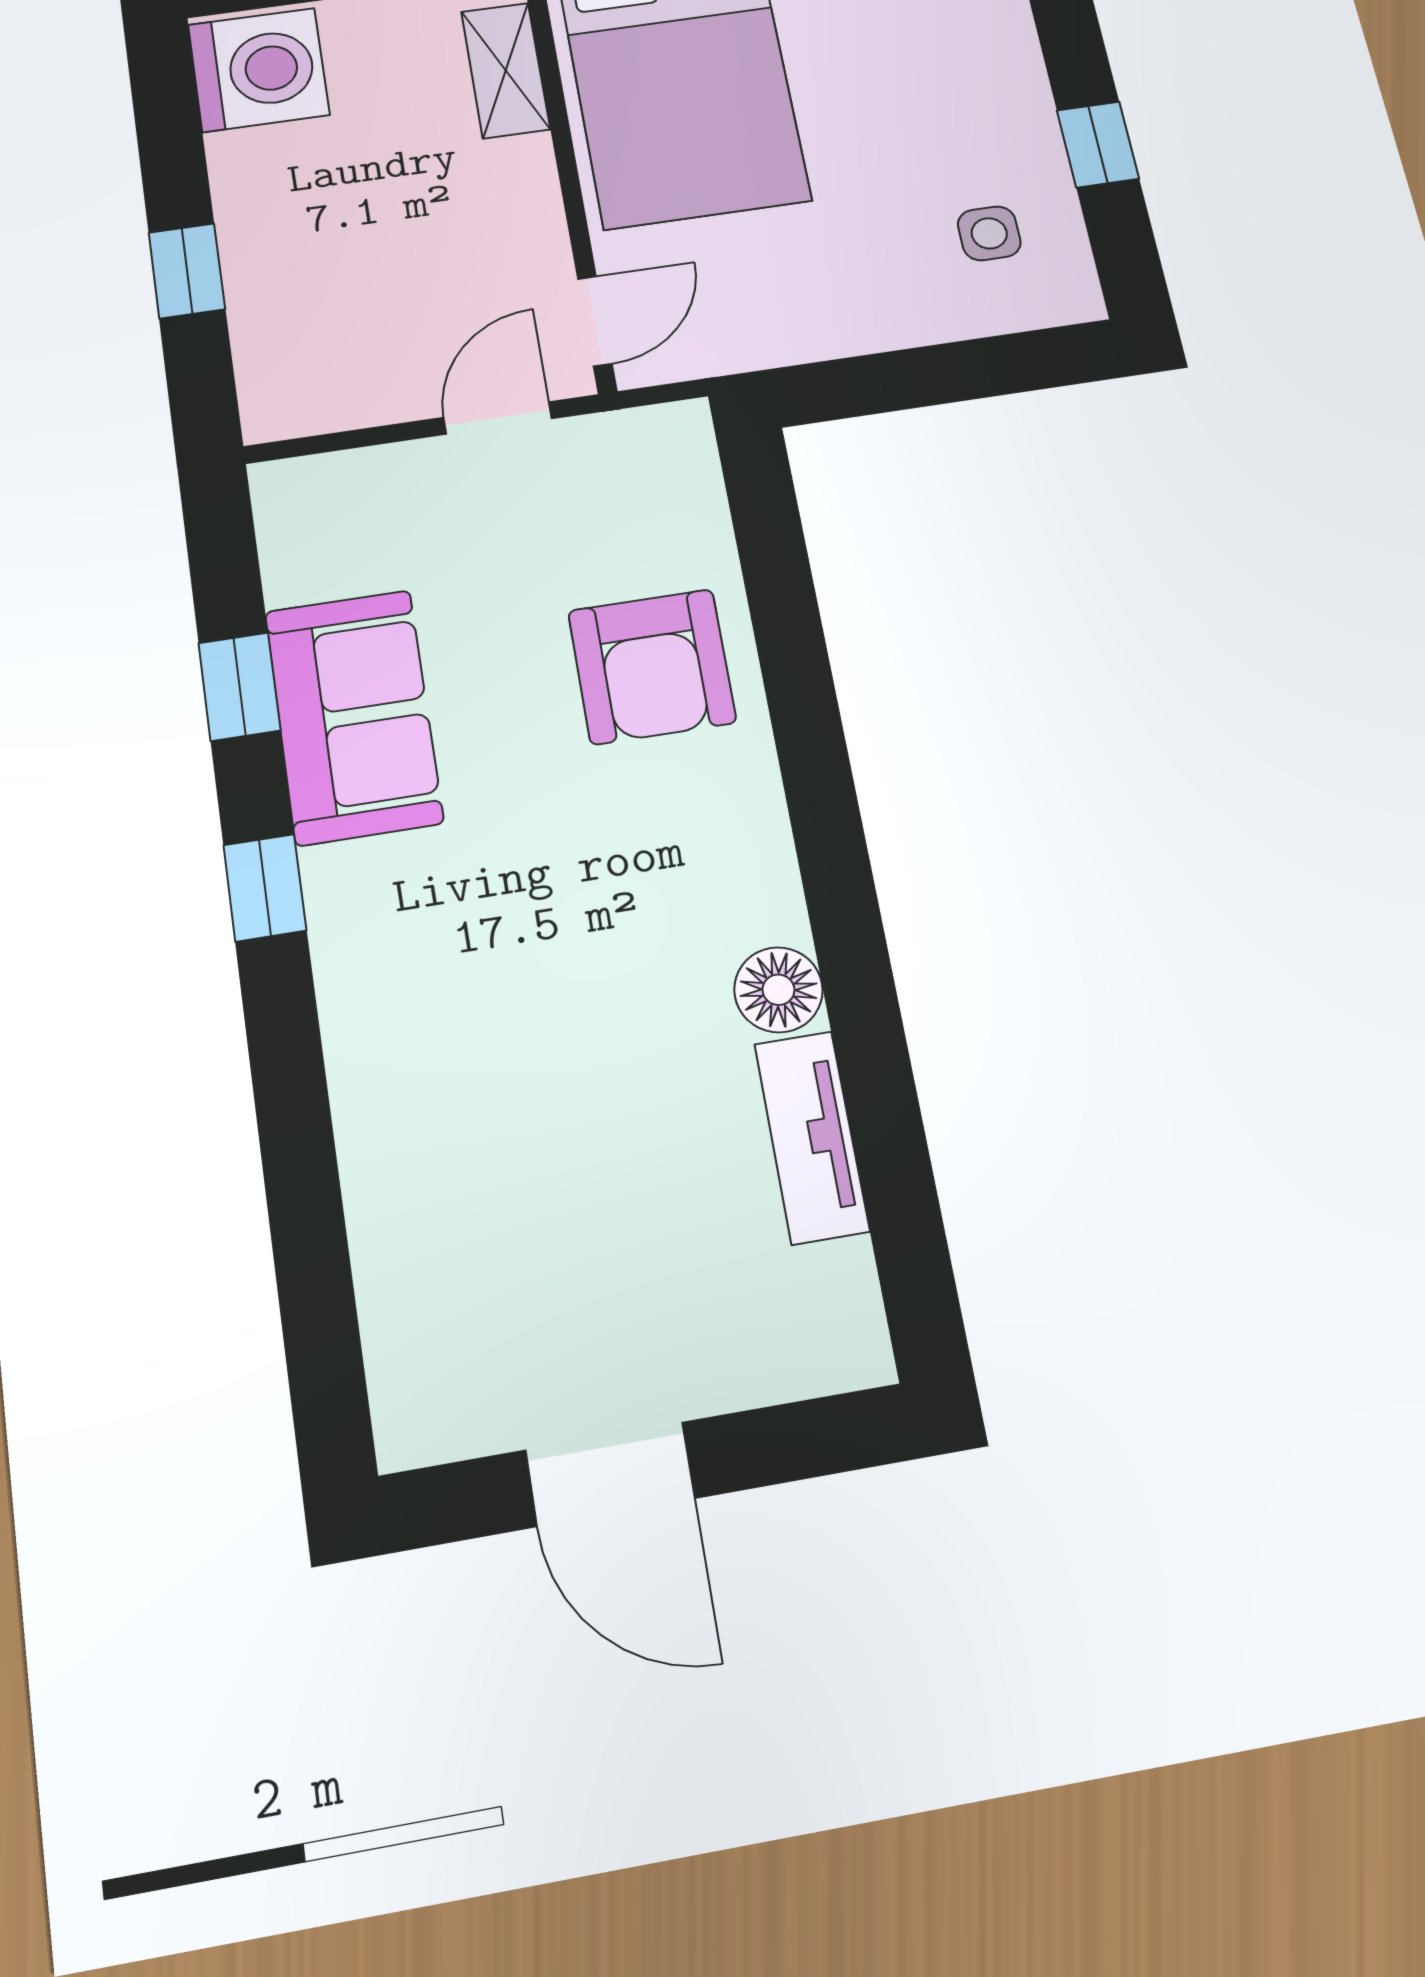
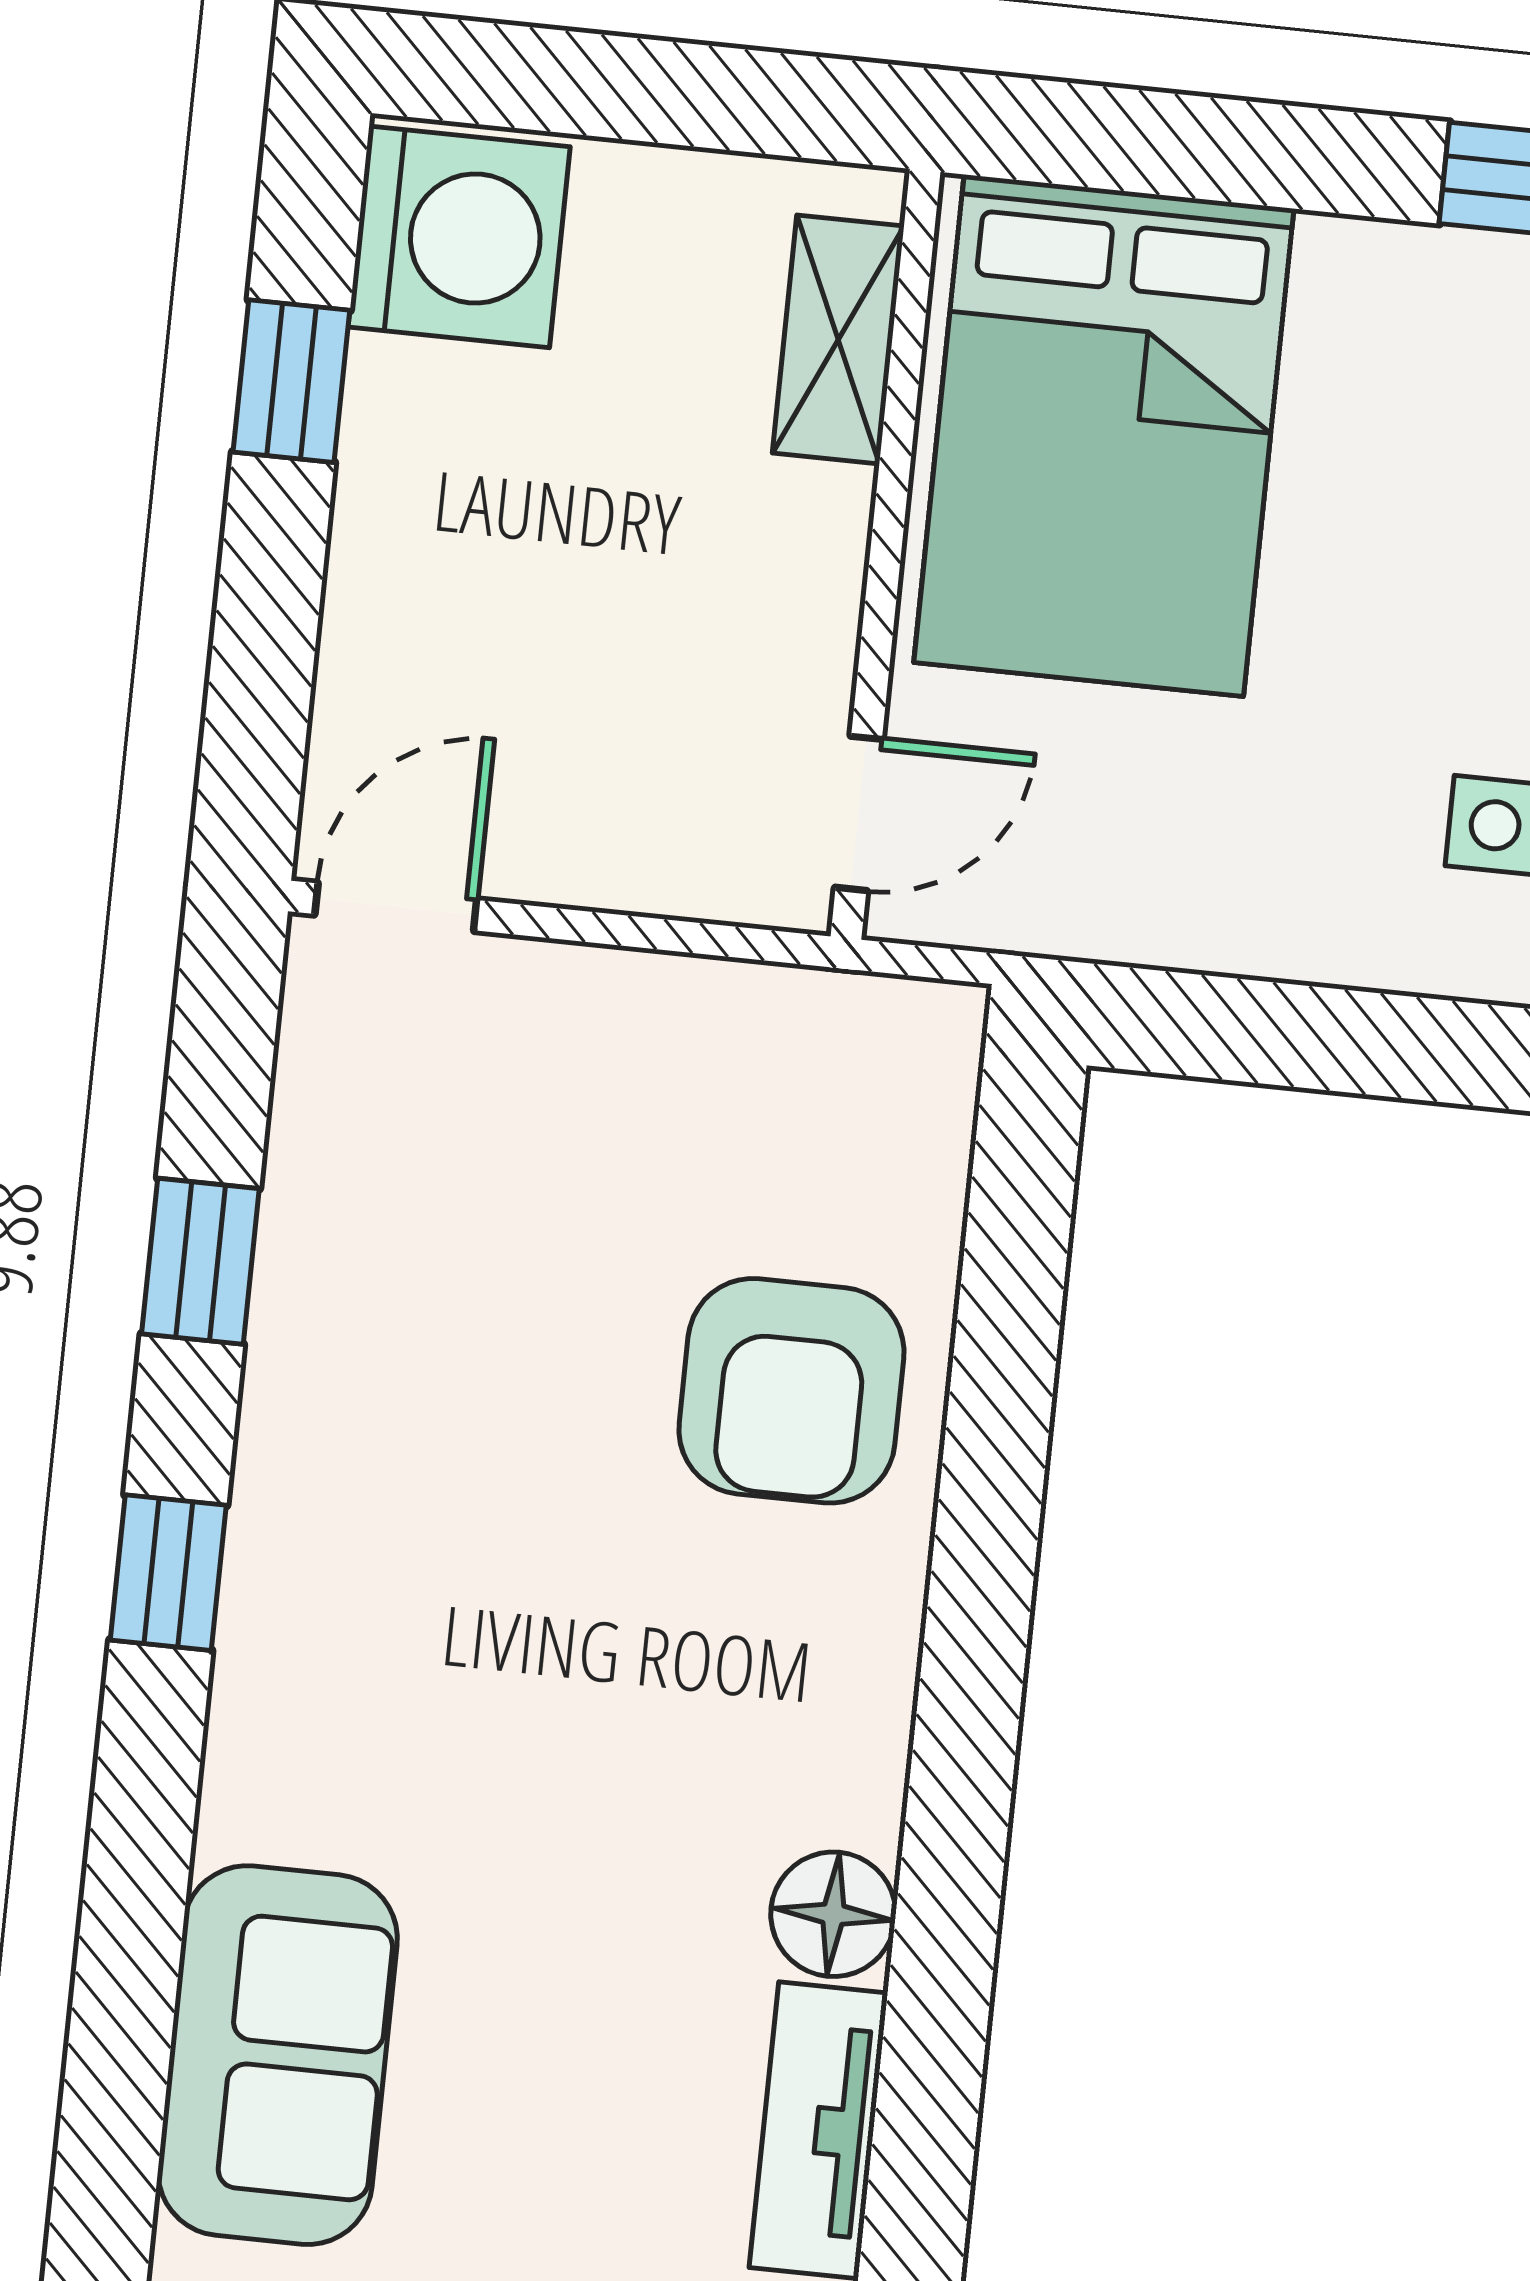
window: (187, 271) -> (291, 381), moved
door: (498, 418) -> (396, 907), moved
sofa: (354, 716) -> (278, 2055), moved

